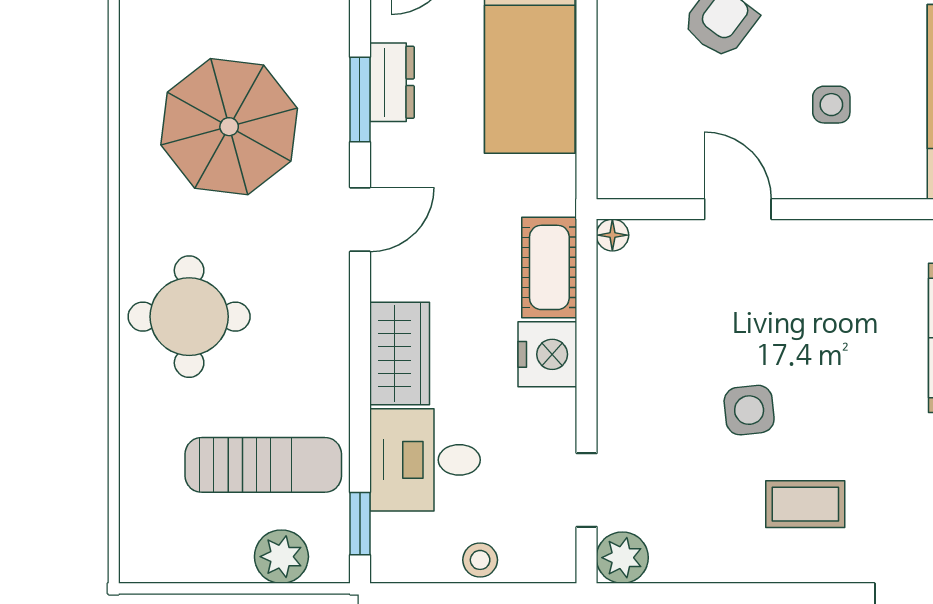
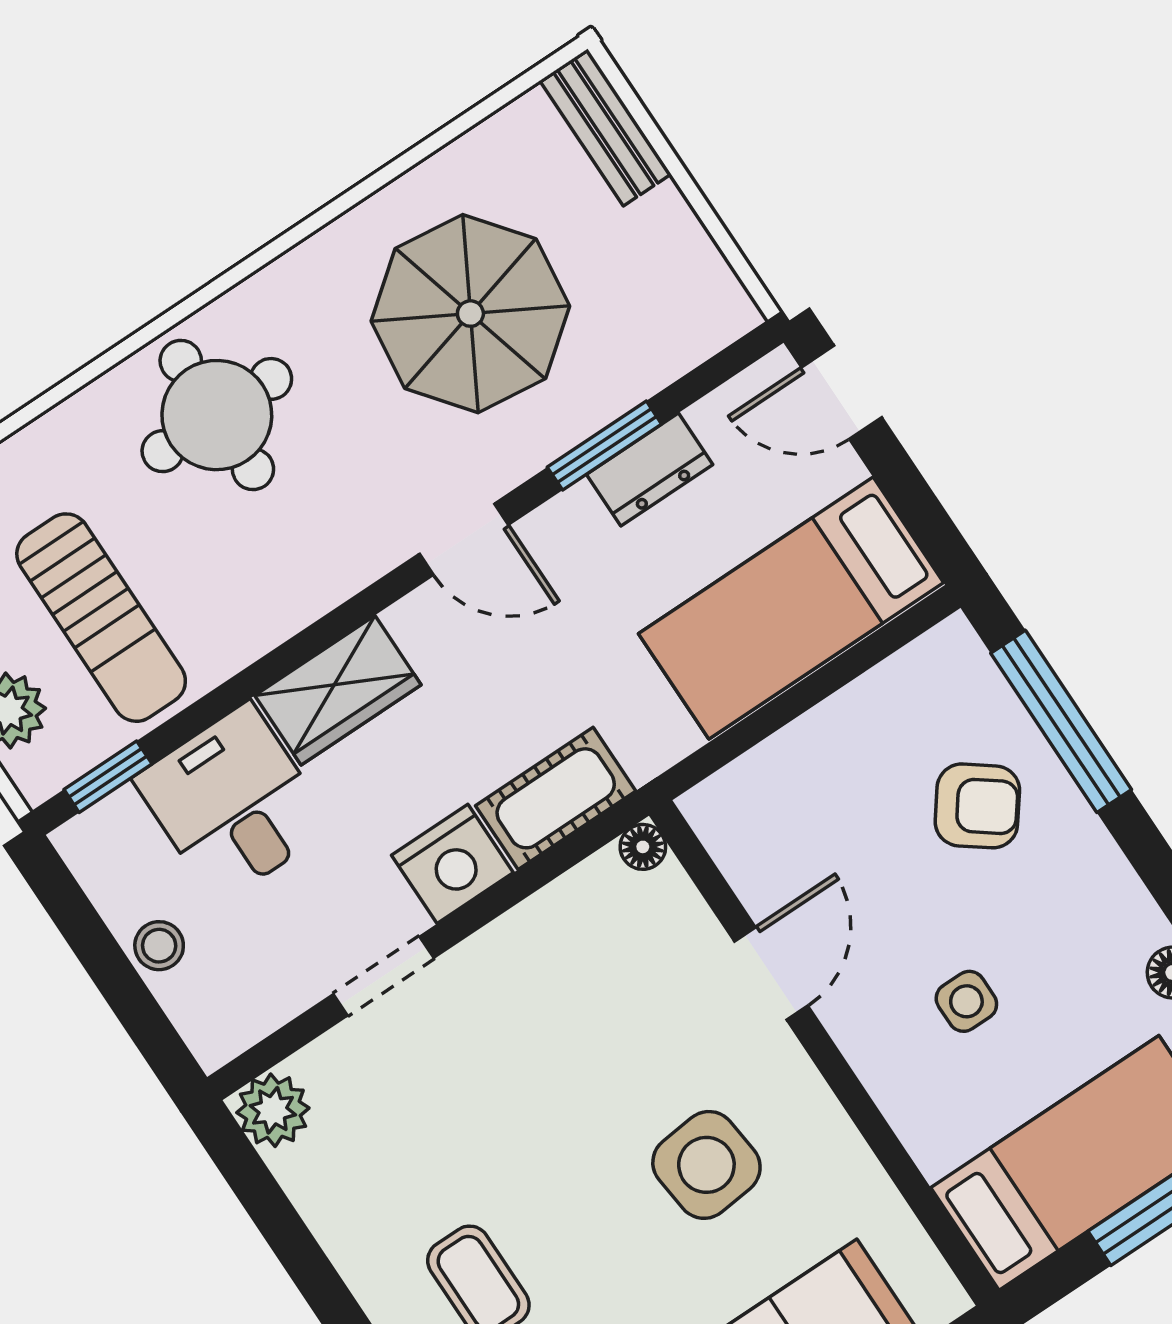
side table: (749, 410) -> (706, 1165), moved, width x1.37, depth x1.37
doorway: (587, 490) -> (384, 976), moved

